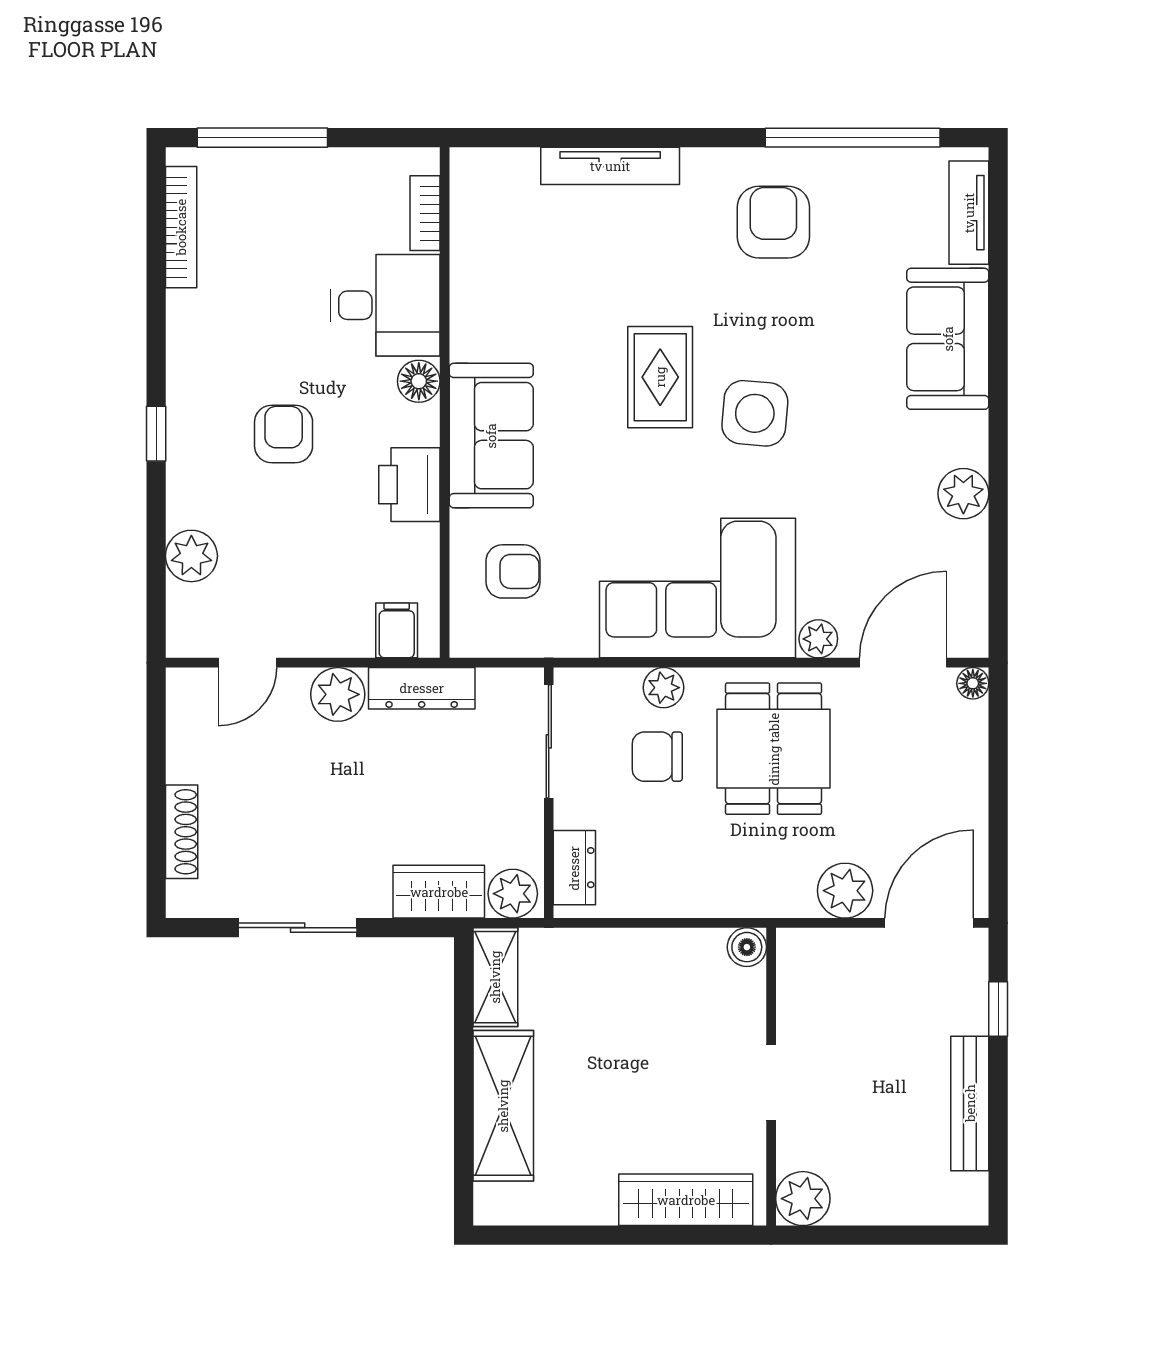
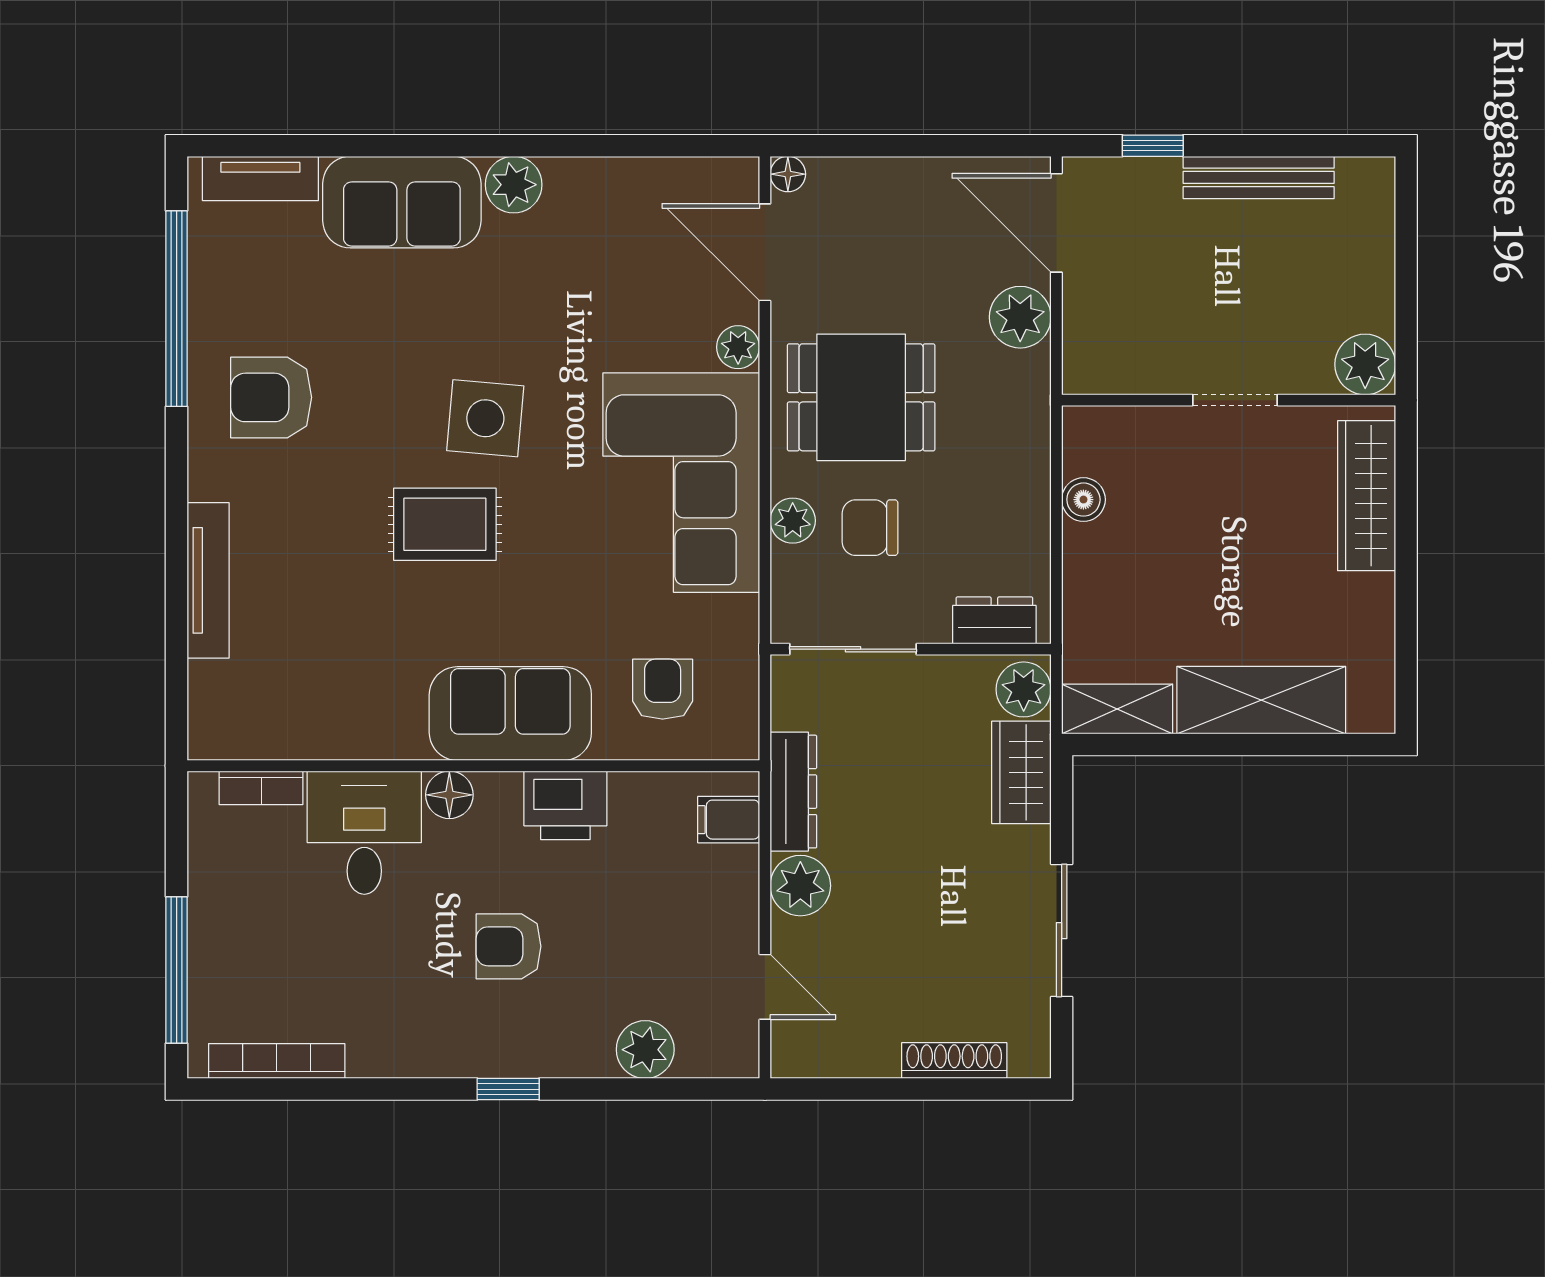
plant: (963, 494) -> (514, 185), moved
chair: (657, 757) -> (870, 528), turned 90
boiler: (747, 947) -> (1083, 500), moved

